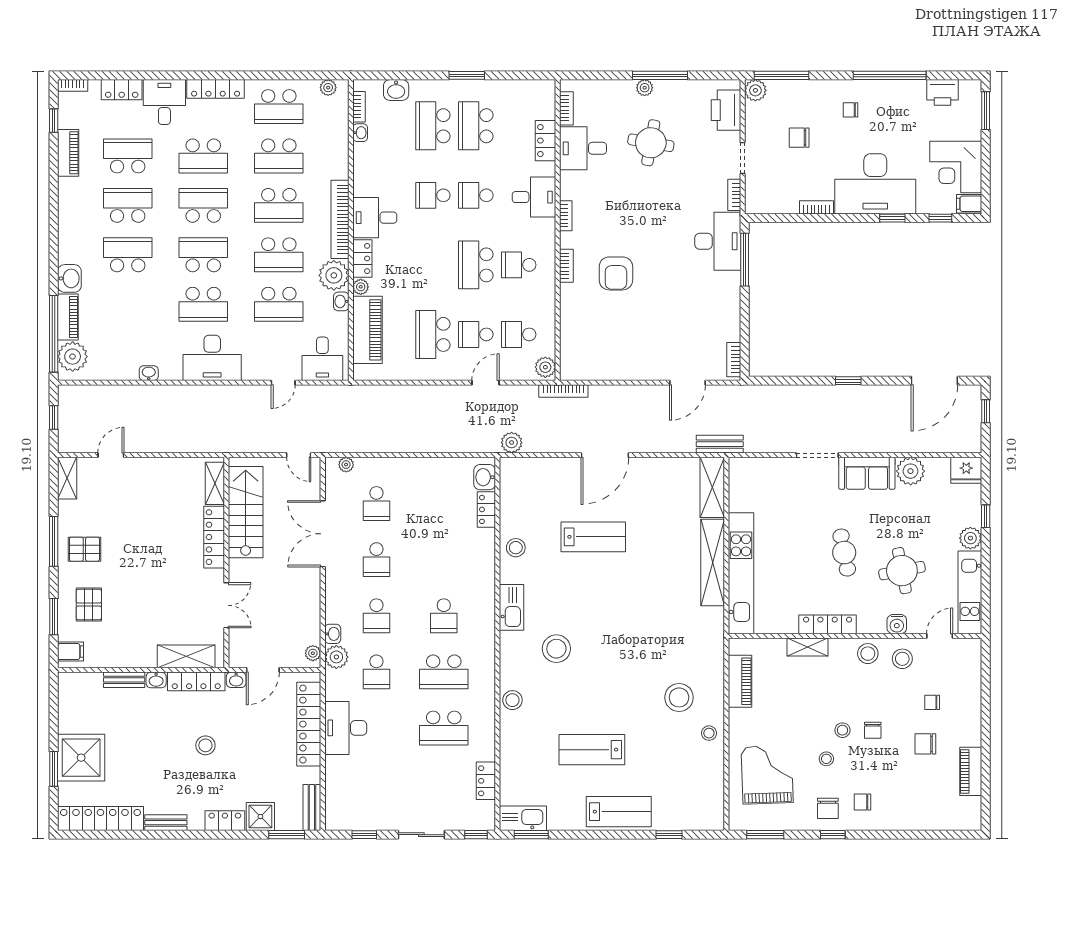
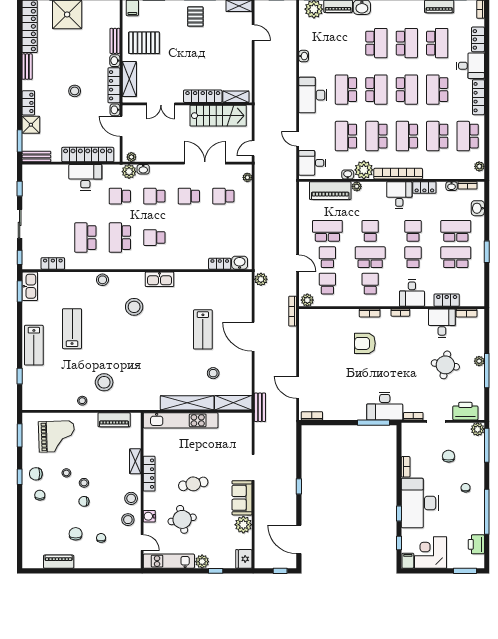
locker: (362, 258) -> (424, 187), moved
school desk: (433, 265) -> (370, 231), added
stool: (516, 548) -> (213, 373), moved
pallet: (89, 605) -> (144, 43), moved, width x1.50, depth x1.42

